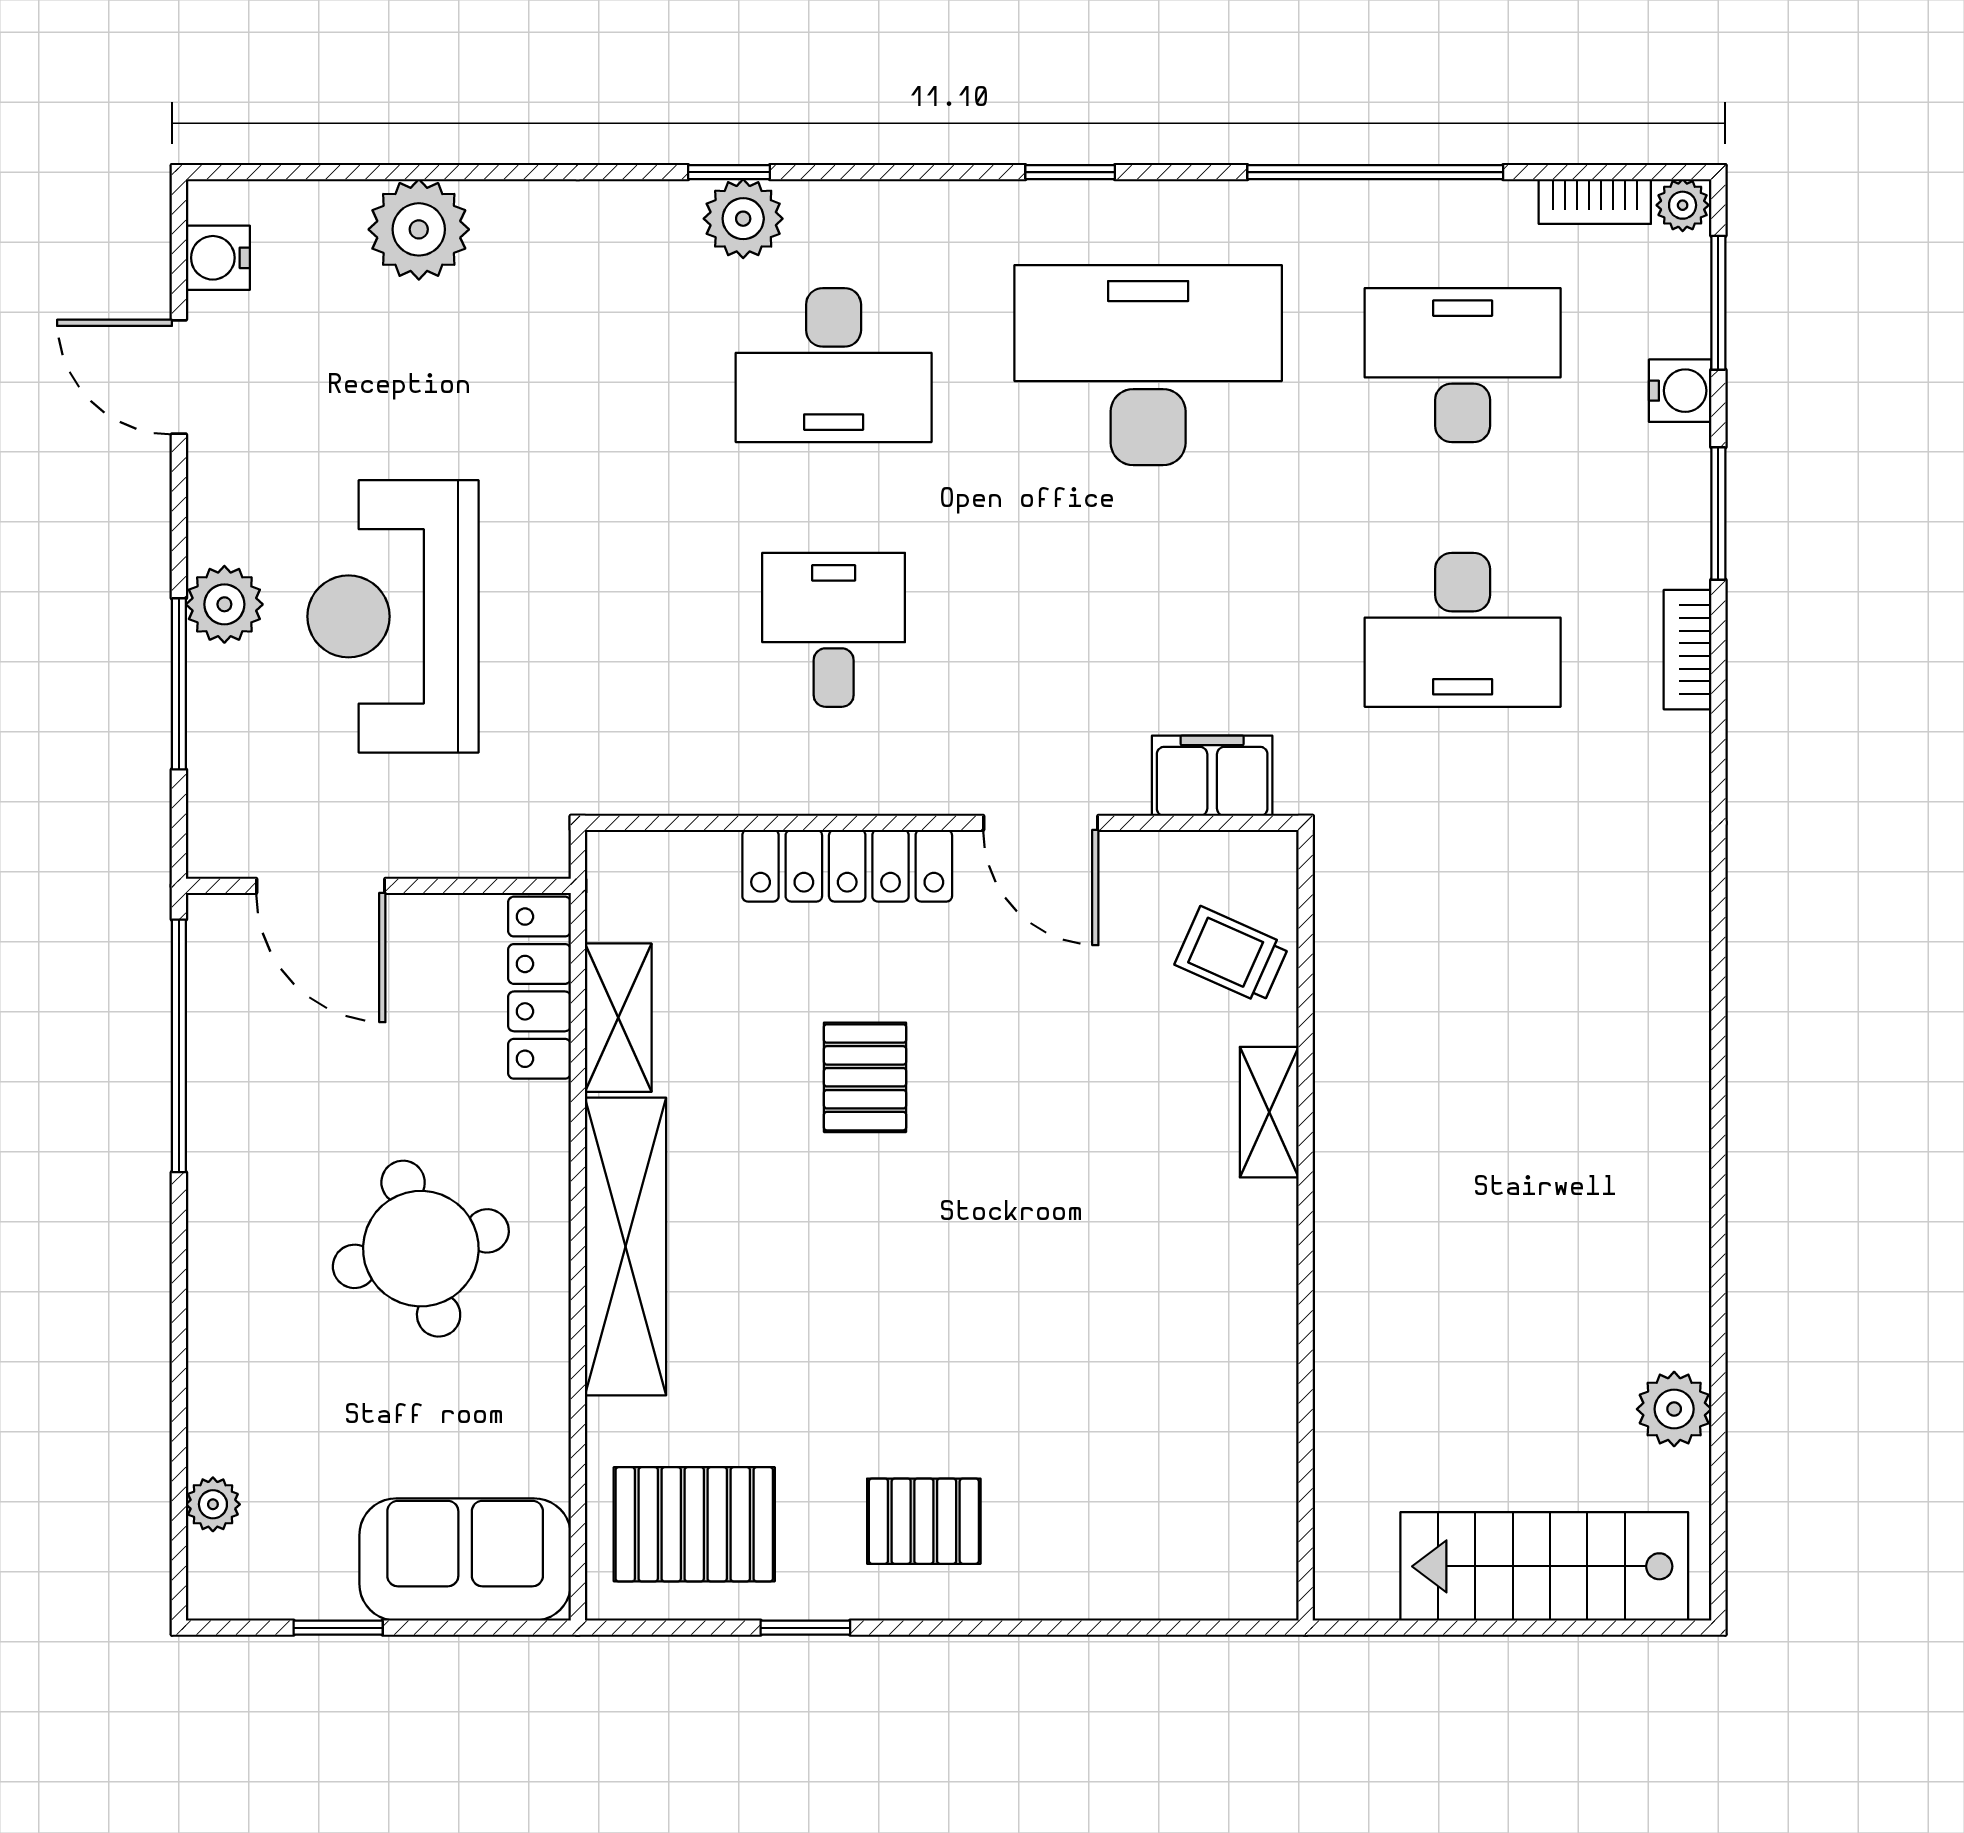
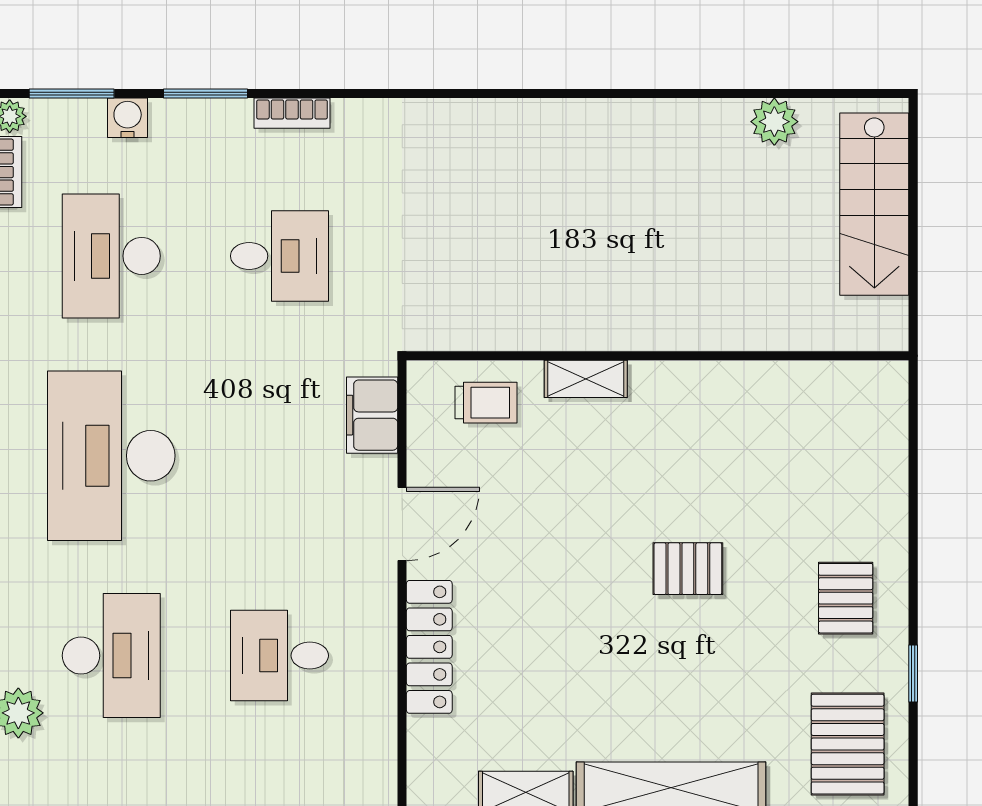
desk: (1463, 630) -> (279, 256), width x0.73
trolley: (1232, 955) -> (486, 403), turned -114
pallet: (865, 1077) -> (688, 569), moved

